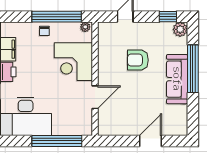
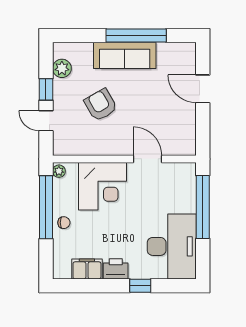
window: (168, 17) -> (46, 89), moved
plant: (180, 29) -> (62, 68), moved
armchair: (138, 60) -> (101, 105), turned 150
window: (193, 69) -> (136, 36), moved

